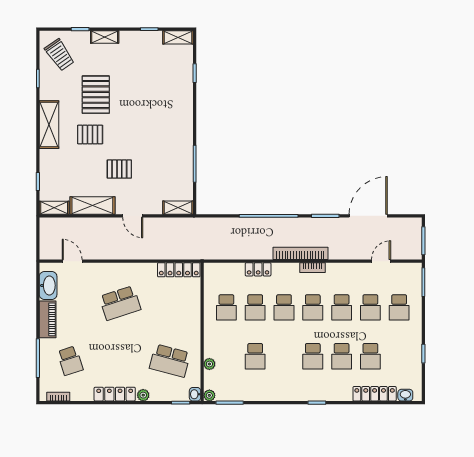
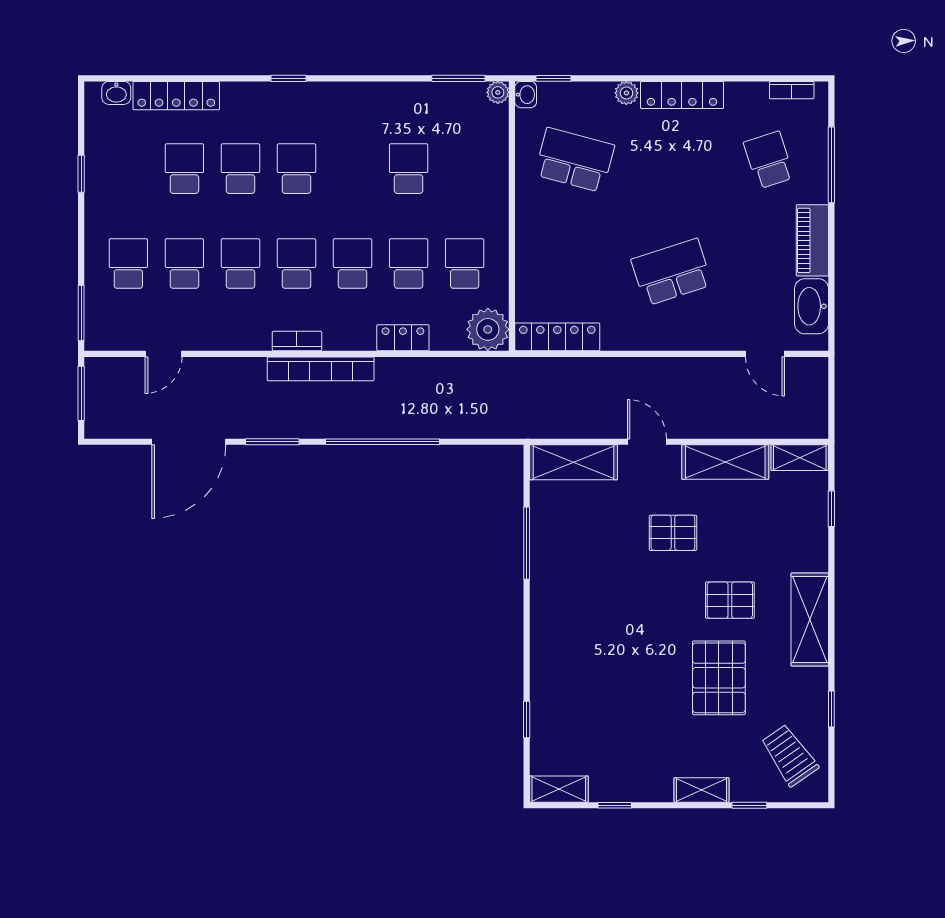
shelving: (178, 208) -> (573, 462), width x1.50, depth x1.33
plant: (209, 364) -> (488, 329), moved, width x1.88, depth x1.88

